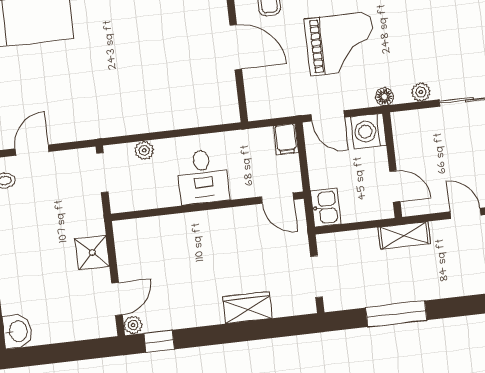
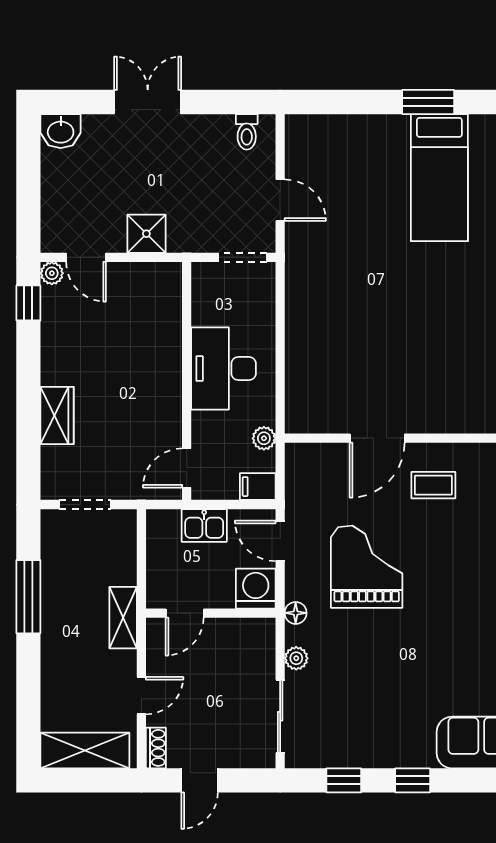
grand piano: (341, 44) -> (367, 567), turned 180
door: (328, 116) -> (280, 541), hinge flipped
door: (32, 150) -> (280, 200), moved
plant: (144, 150) -> (264, 438), moved
desk: (203, 177) -> (224, 369), width x1.37
kitchen sink: (326, 207) -> (204, 525), moved

